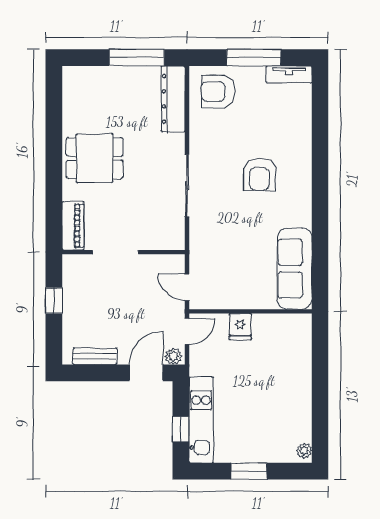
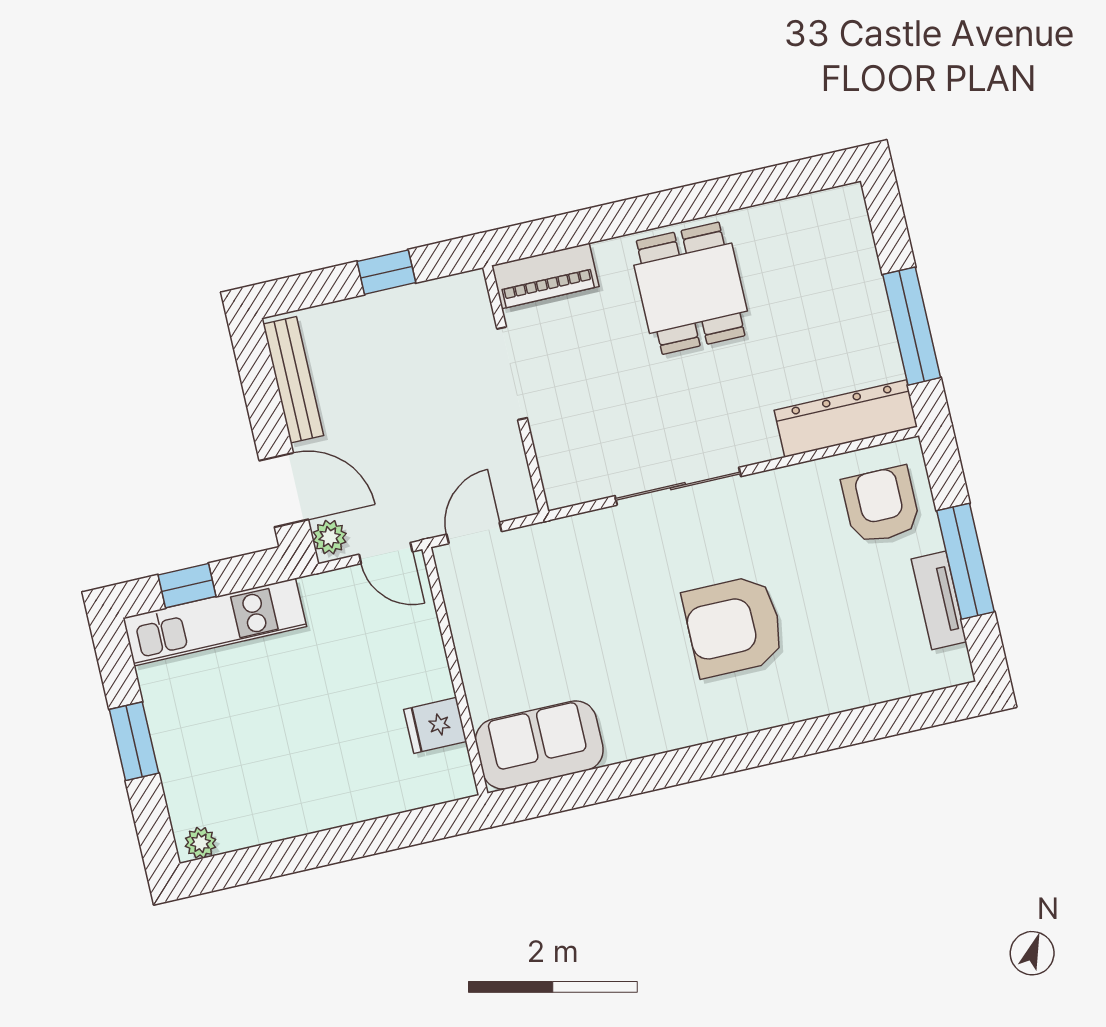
tv unit: (289, 74) -> (939, 600), moved
armchair: (259, 174) -> (734, 626), width x1.36, depth x1.36
sofa: (295, 269) -> (539, 745), width x0.73
fridge: (240, 327) -> (435, 725), moved
bench: (95, 356) -> (293, 380), width x1.36

